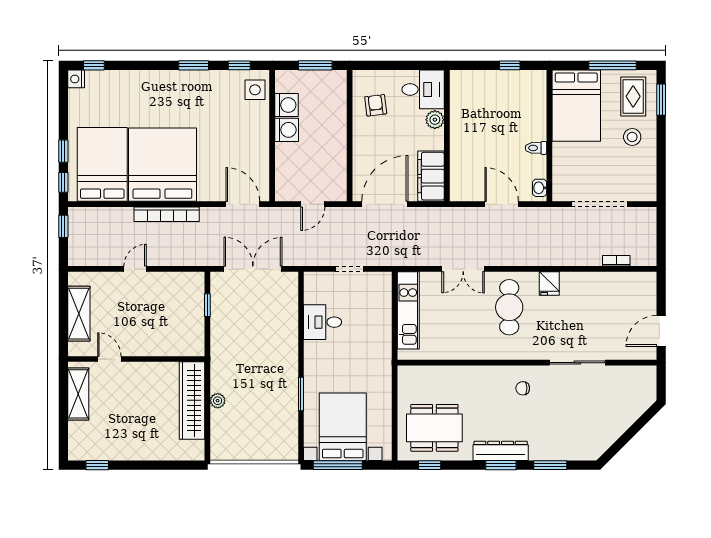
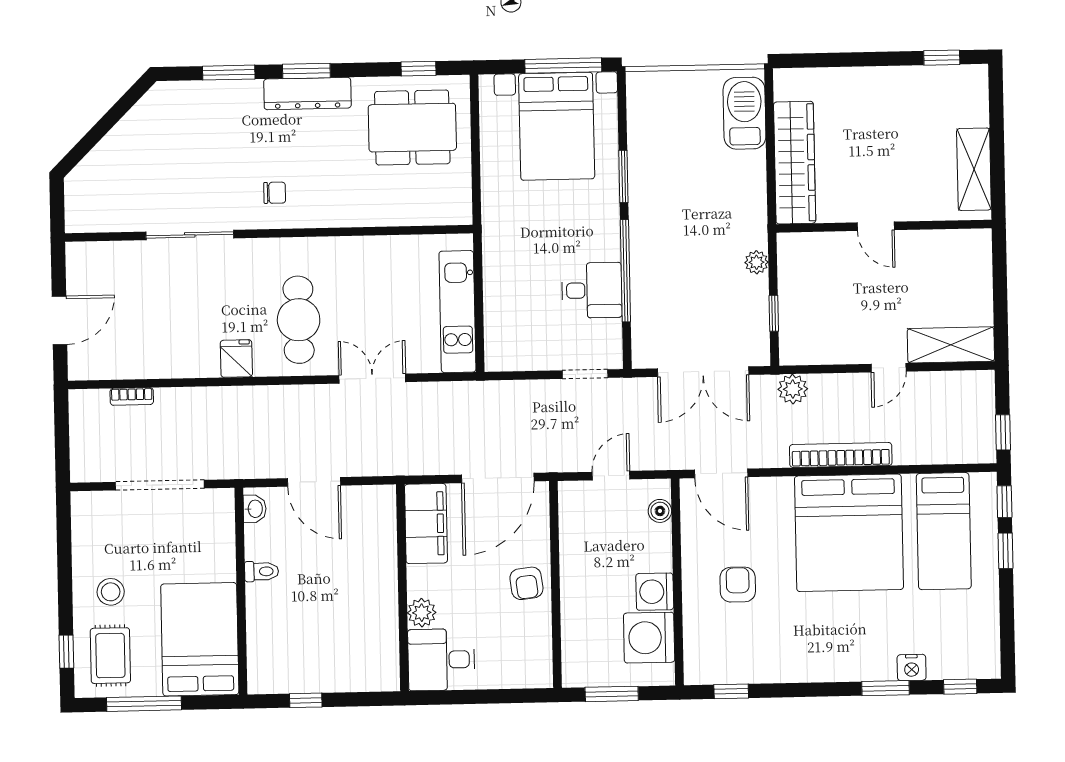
window: (194, 65) -> (886, 688), moved
nightstand: (76, 79) -> (912, 667), moved, turned 90
side table: (255, 90) -> (706, 654), removed
window: (661, 100) -> (66, 652), width x0.67
washing machine: (286, 105) -> (649, 638), width x1.37, depth x1.37
armchair: (376, 105) -> (526, 583), moved
armchair: (234, 133) -> (738, 585), added
bed: (102, 164) -> (944, 531), width x0.67
boiler: (282, 181) -> (660, 511), added
plant: (196, 257) -> (793, 389), added
doorway: (349, 269) -> (585, 374), moved
shelving: (79, 314) -> (951, 345), moved, turned 90
door: (661, 331) -> (59, 320), moved
window: (301, 334) -> (625, 271), added
door: (109, 359) -> (876, 226), moved
plant: (218, 401) -> (757, 262), moved
barbecue: (223, 433) -> (745, 113), added

